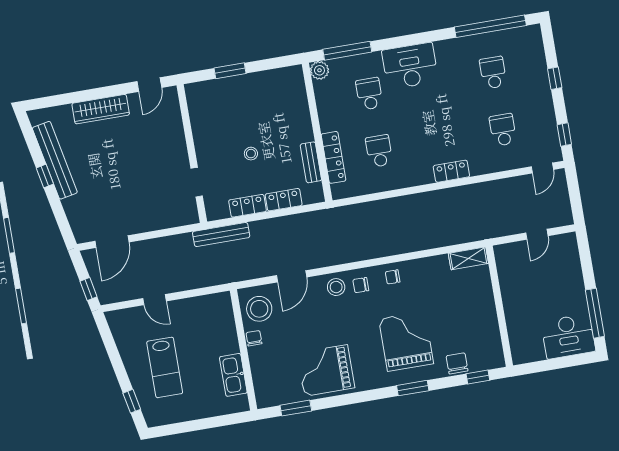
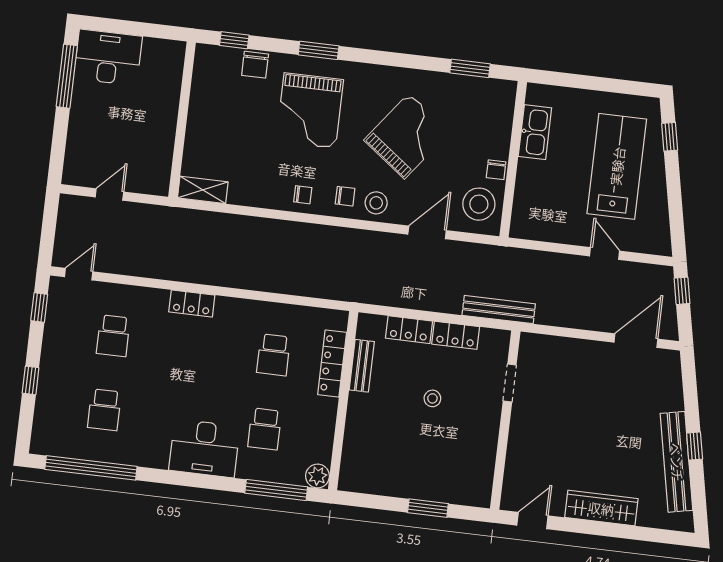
lab bench: (165, 367) -> (617, 166), width x1.36, depth x1.39
grand piano: (326, 370) -> (407, 136), moved, turned -53

